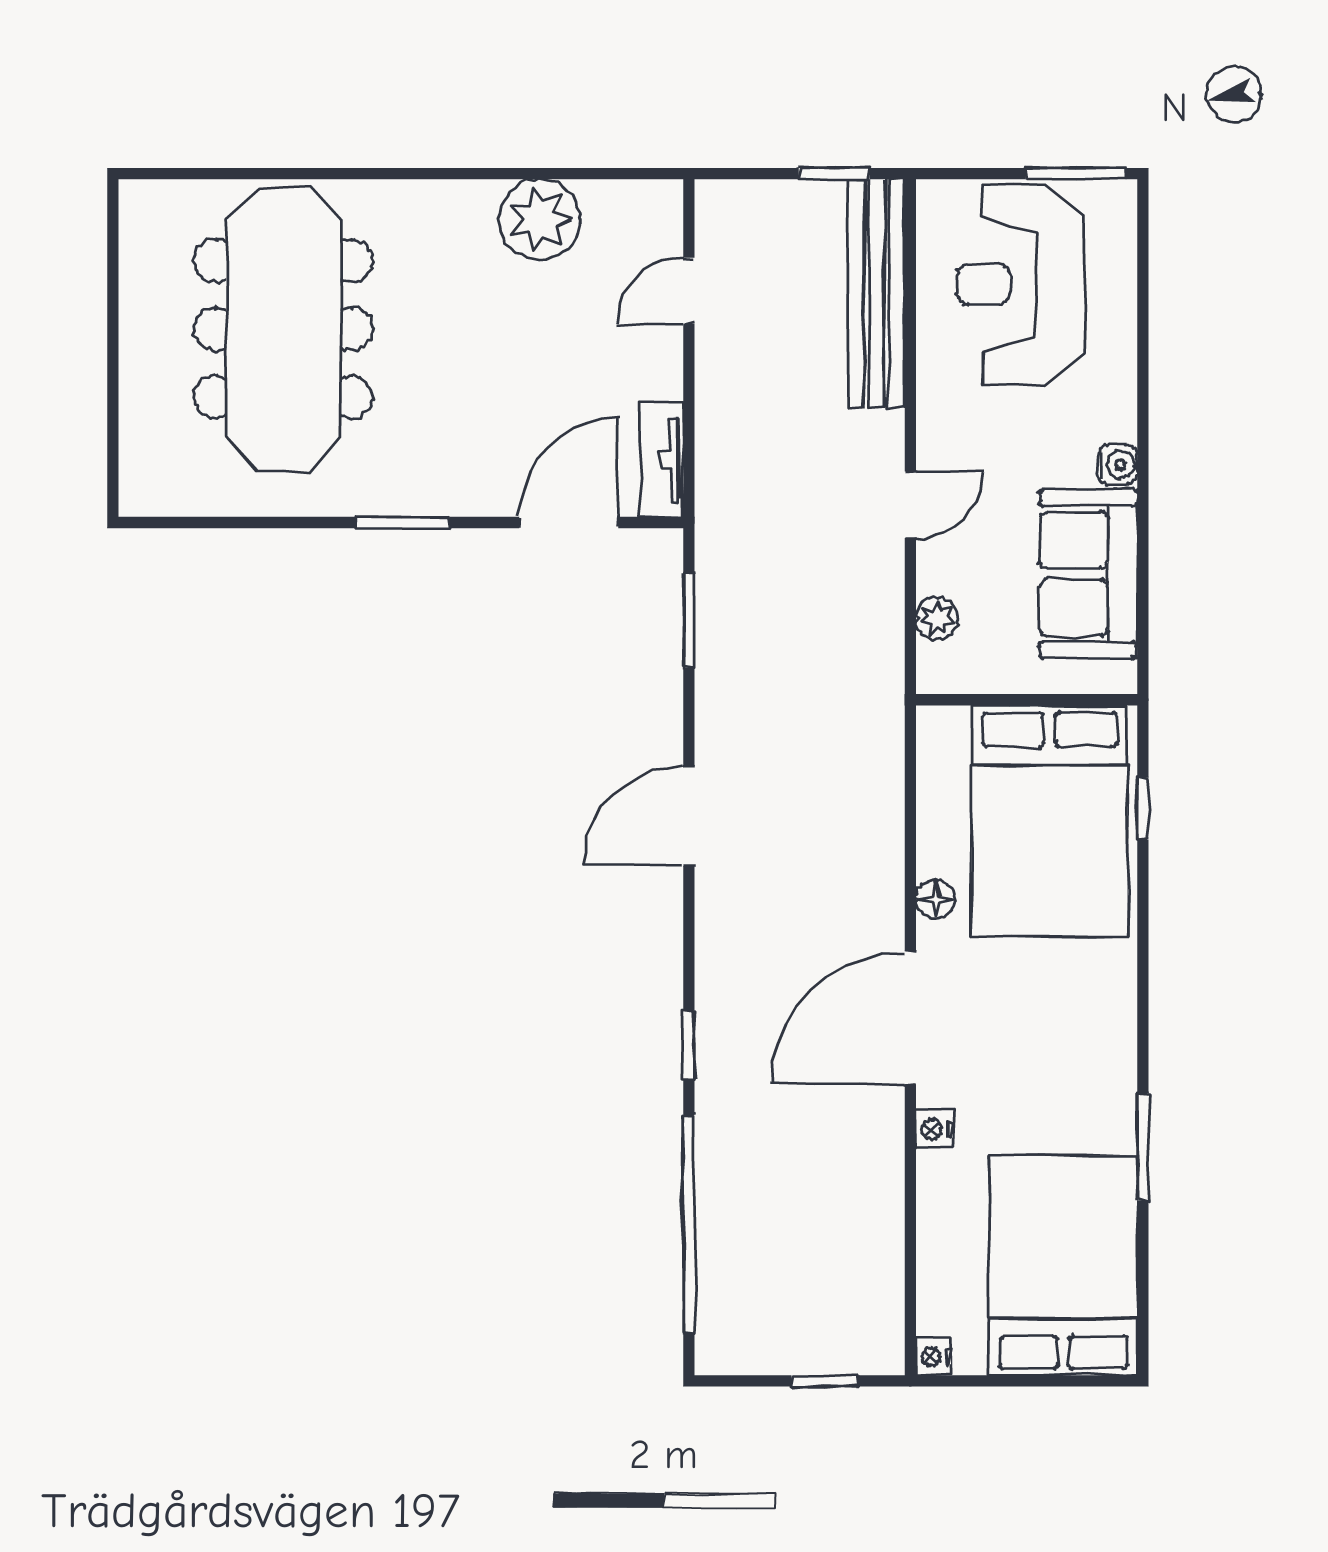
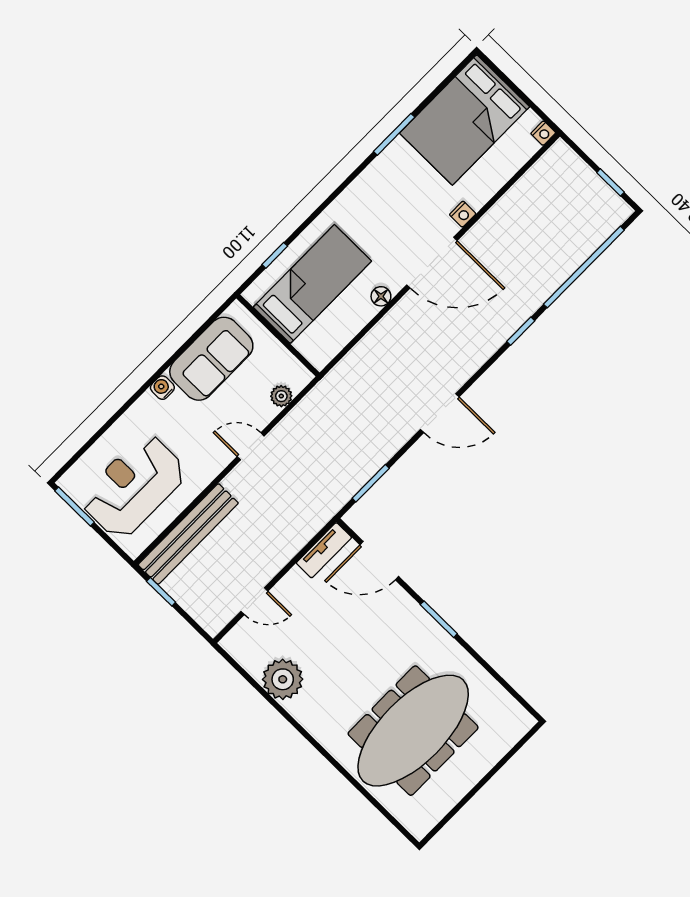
reception desk: (1020, 284) -> (133, 486), turned 180
bed: (1050, 821) -> (312, 284), width x0.67
window: (825, 1381) -> (610, 182), moved

